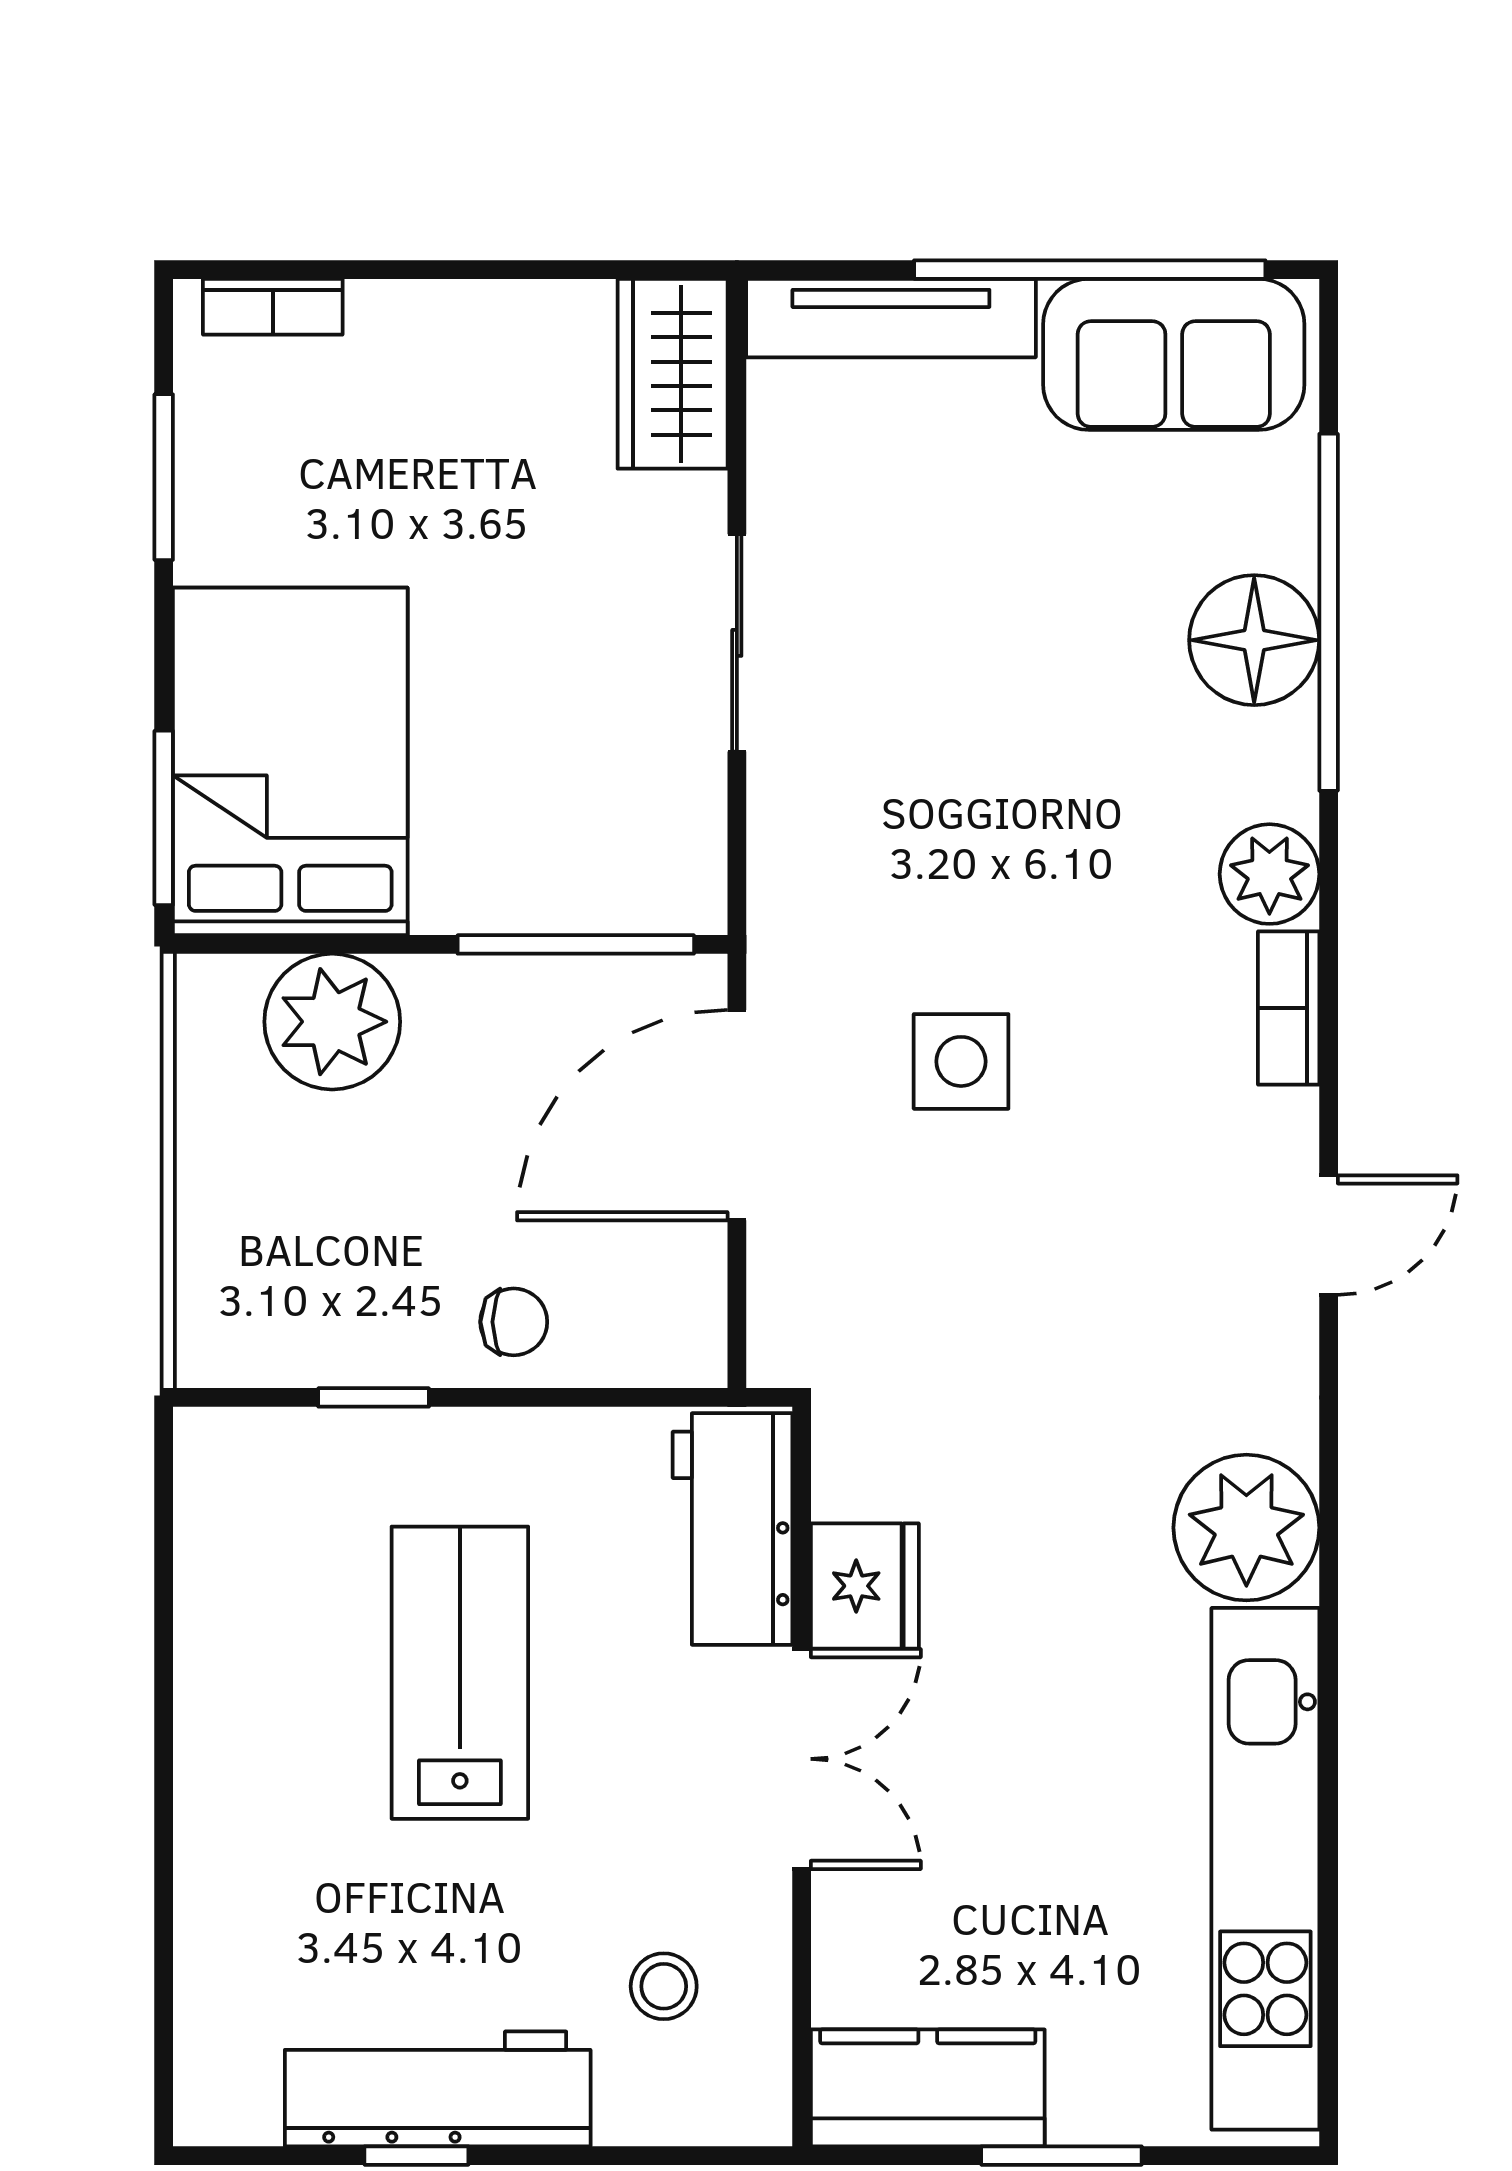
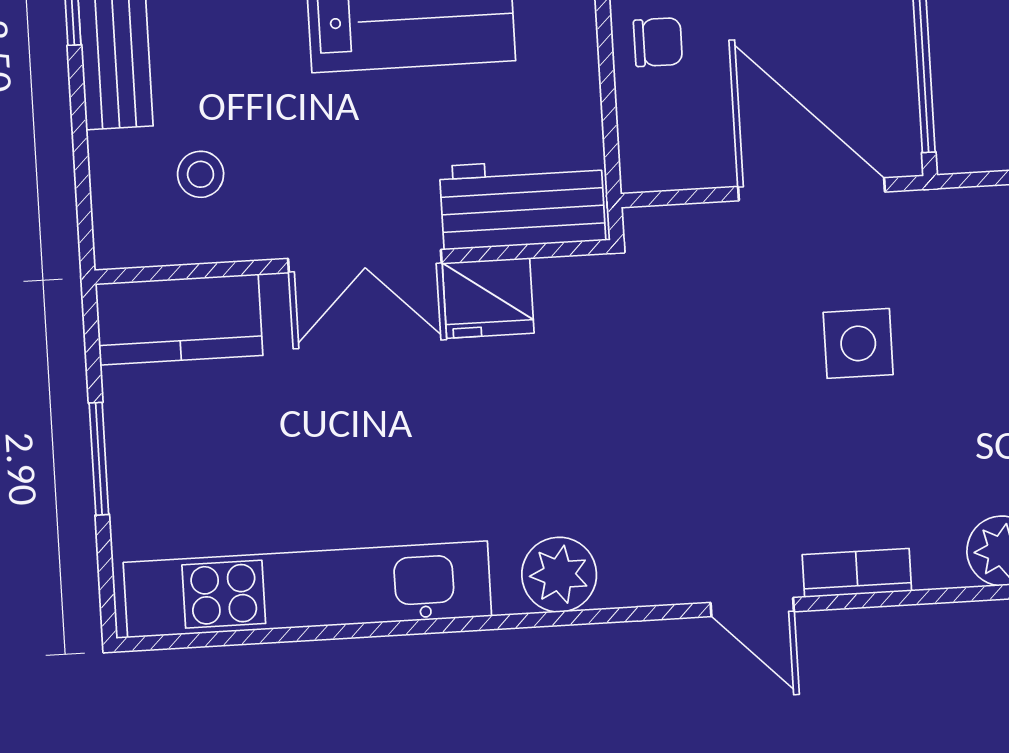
bookcase: (1289, 1008) -> (857, 573), moved
chair: (514, 1322) -> (658, 42), turned -90
plant: (1246, 1528) -> (559, 575), width x0.73, depth x0.73
kitchen counter: (928, 2088) -> (179, 320), moved, turned 90

